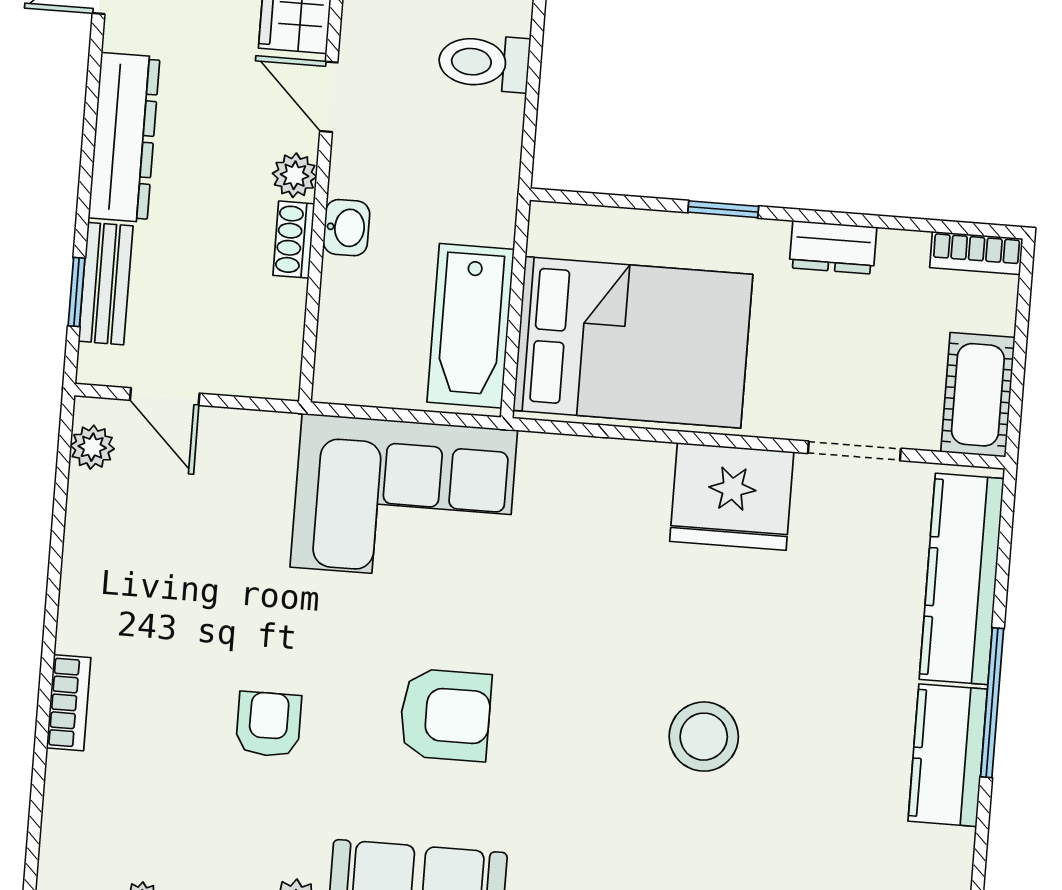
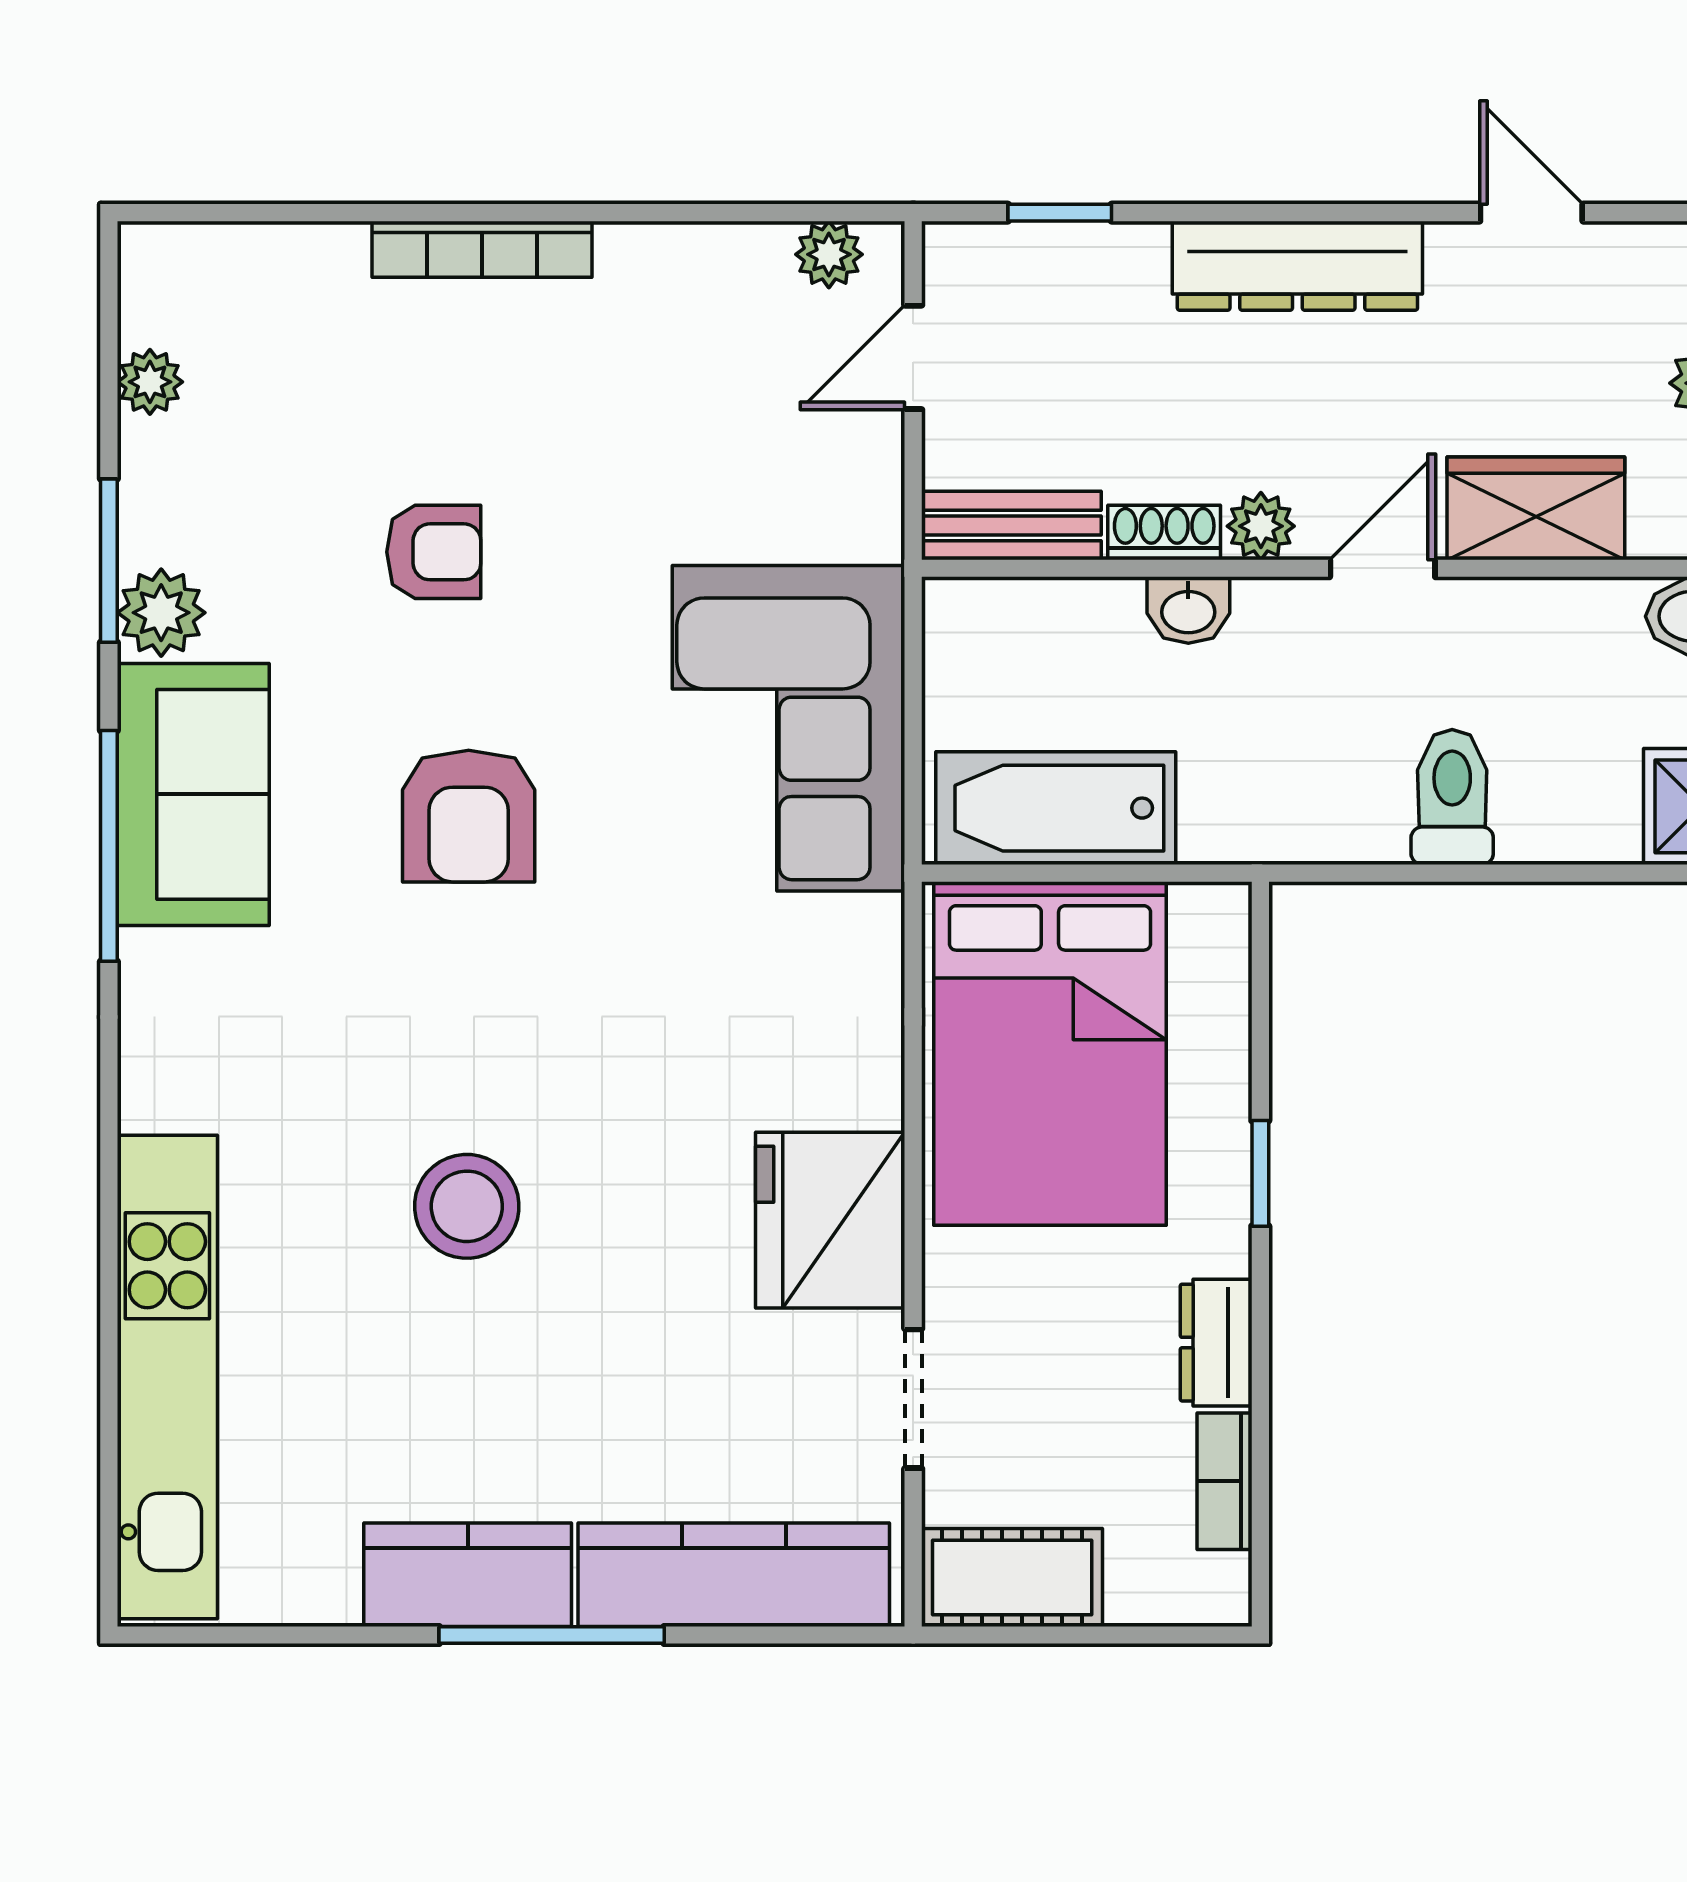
bookcase: (976, 253) -> (1225, 1481), moved
bench: (106, 284) -> (1011, 525), moved
bookcase: (69, 703) -> (482, 249), width x1.56

